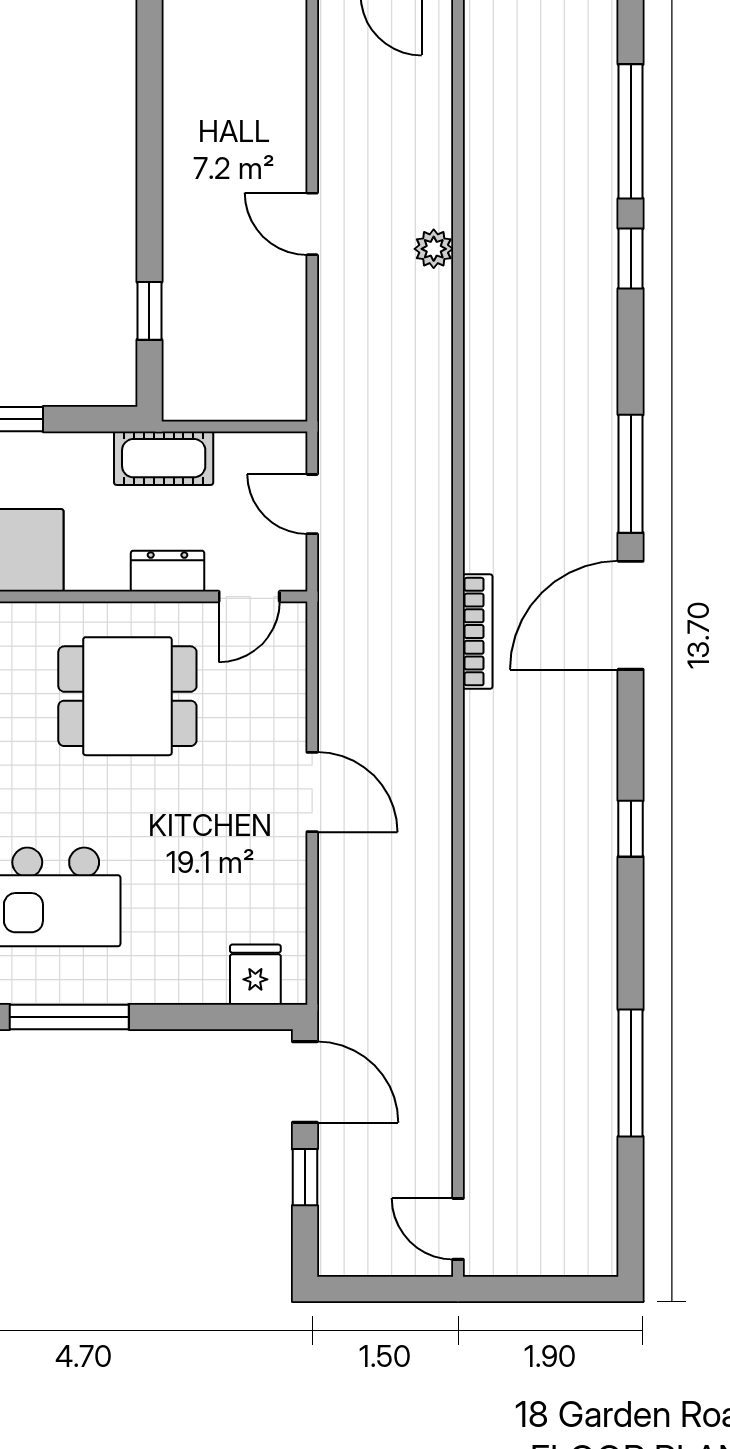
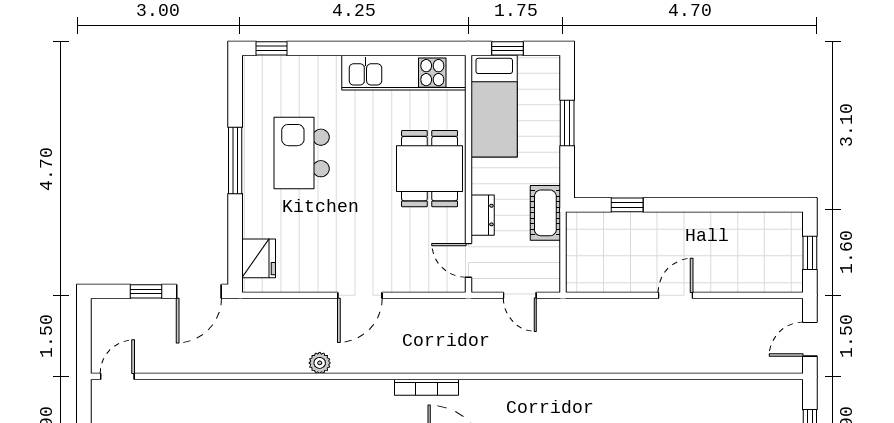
plant: (434, 249) -> (320, 363), moved
door: (312, 504) -> (520, 295), swing flipped
bookcase: (478, 632) -> (427, 387), moved
dining table: (127, 696) -> (430, 169), moved
fridge: (255, 975) -> (259, 258), width x1.38

